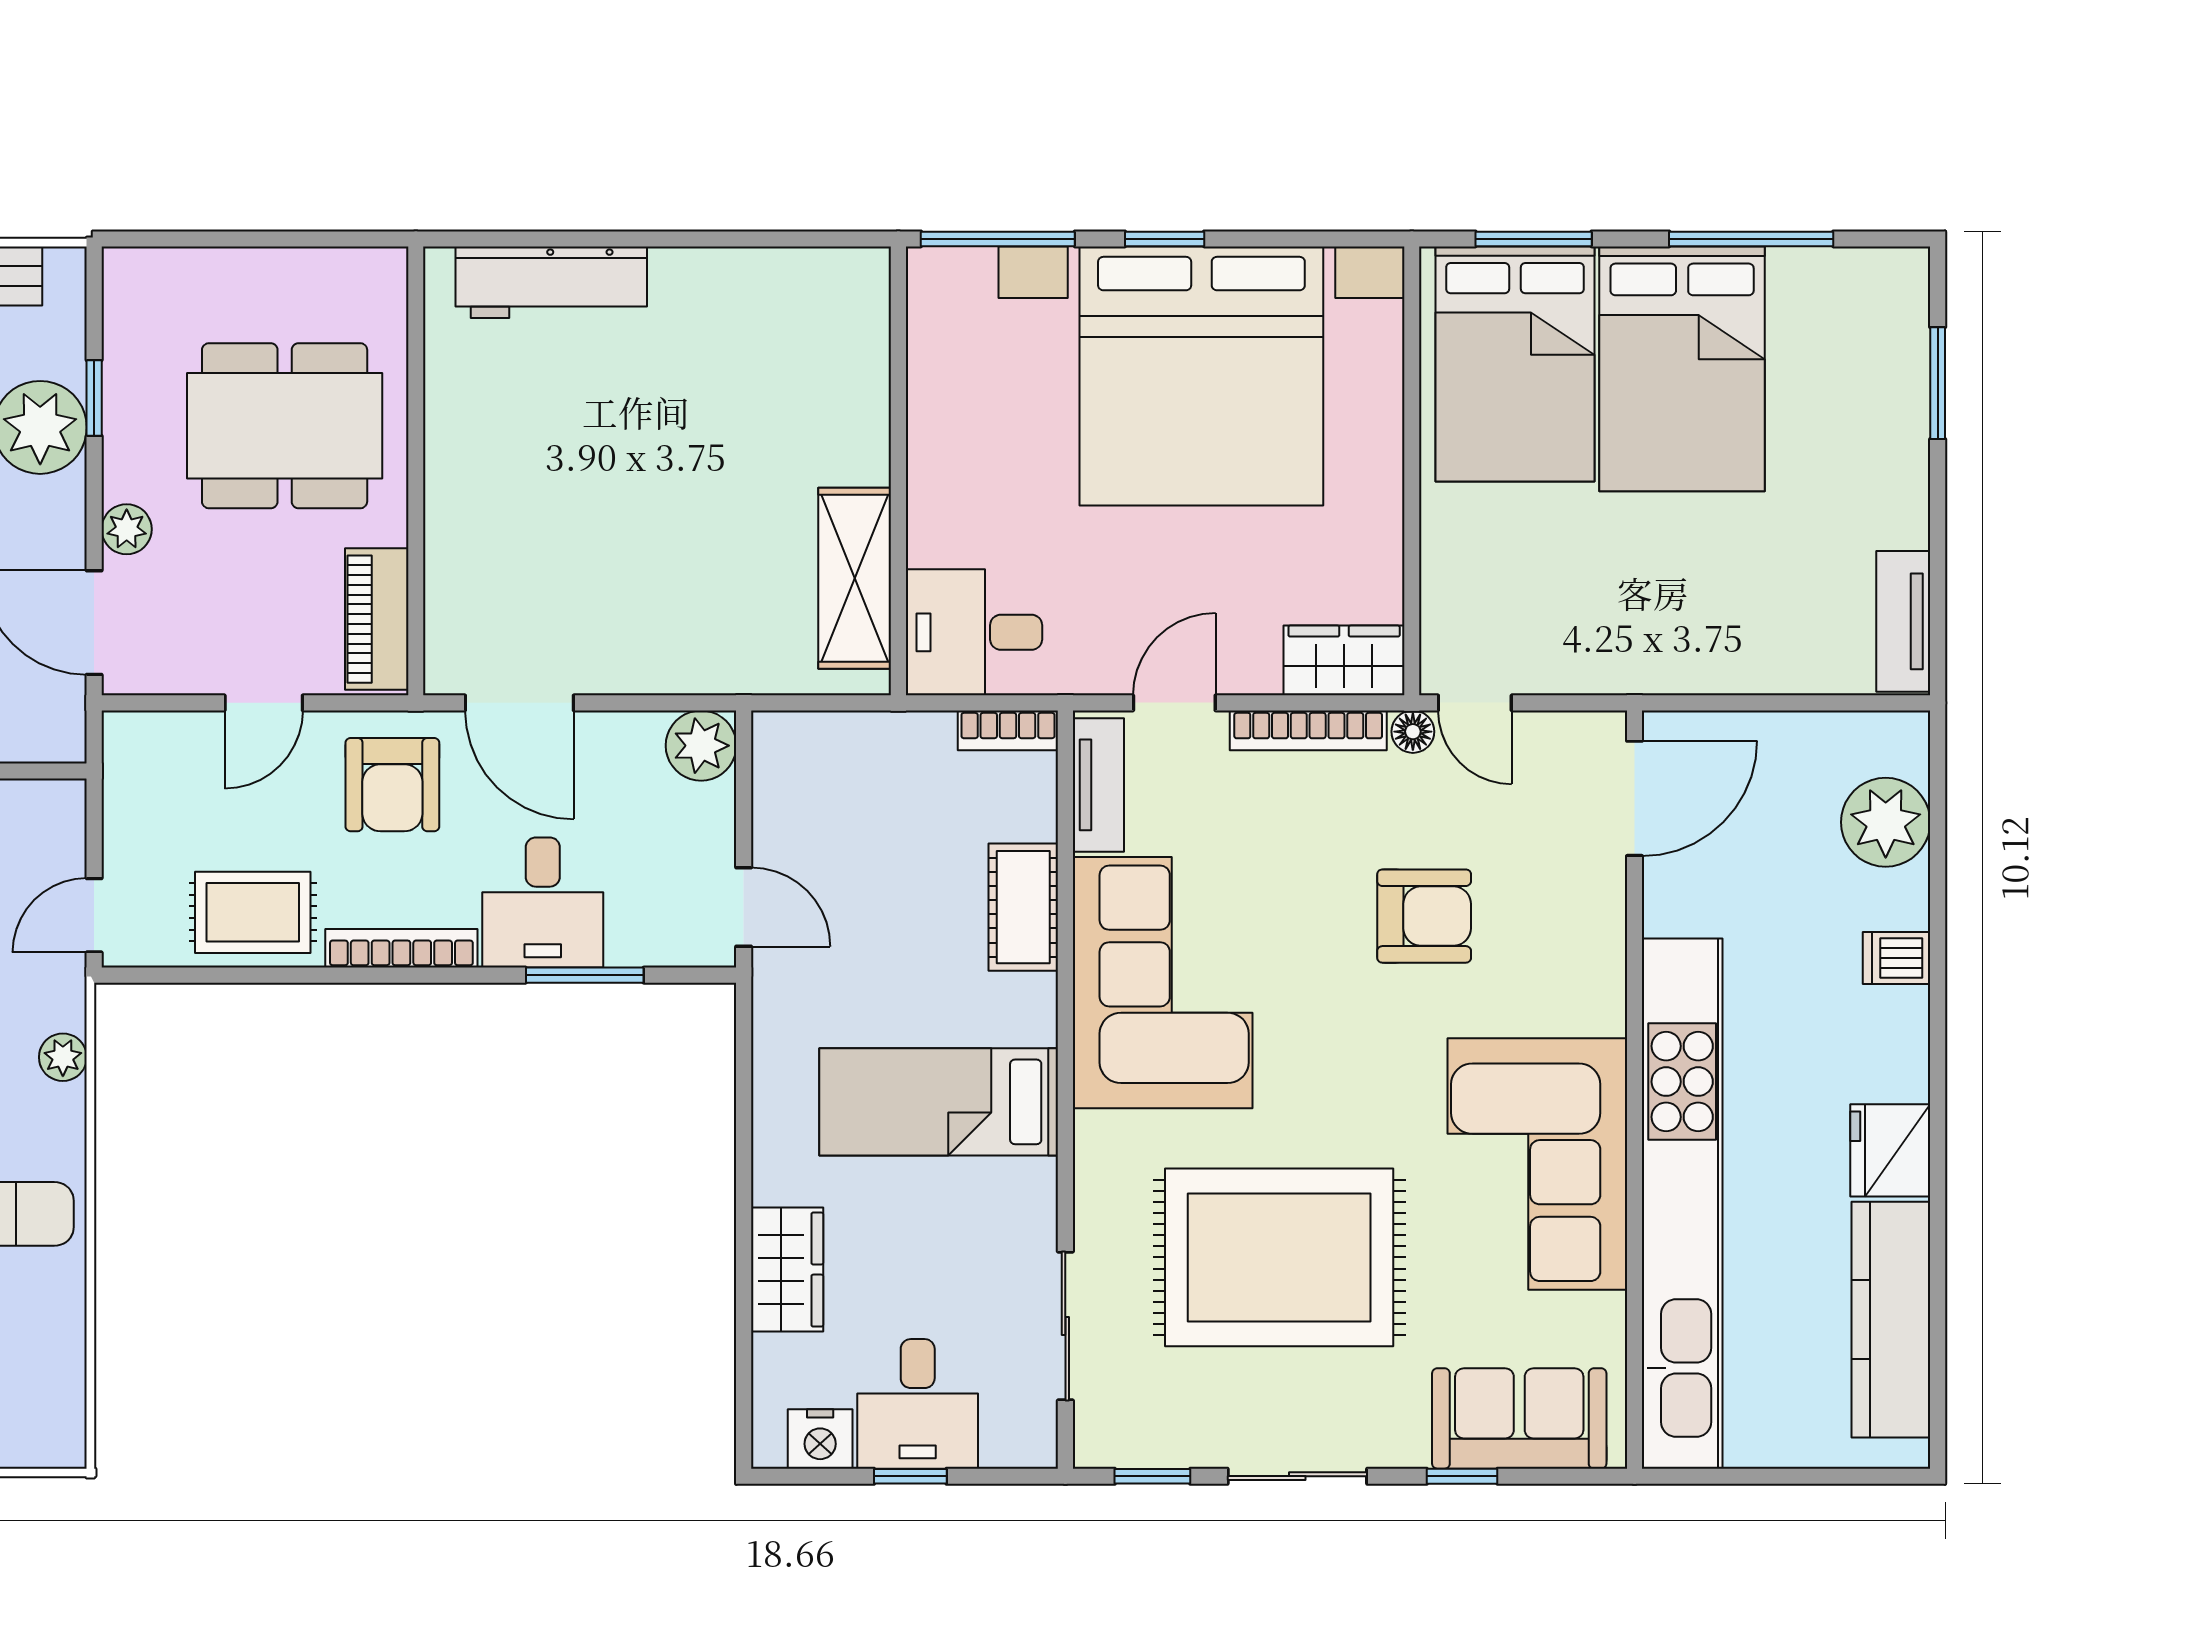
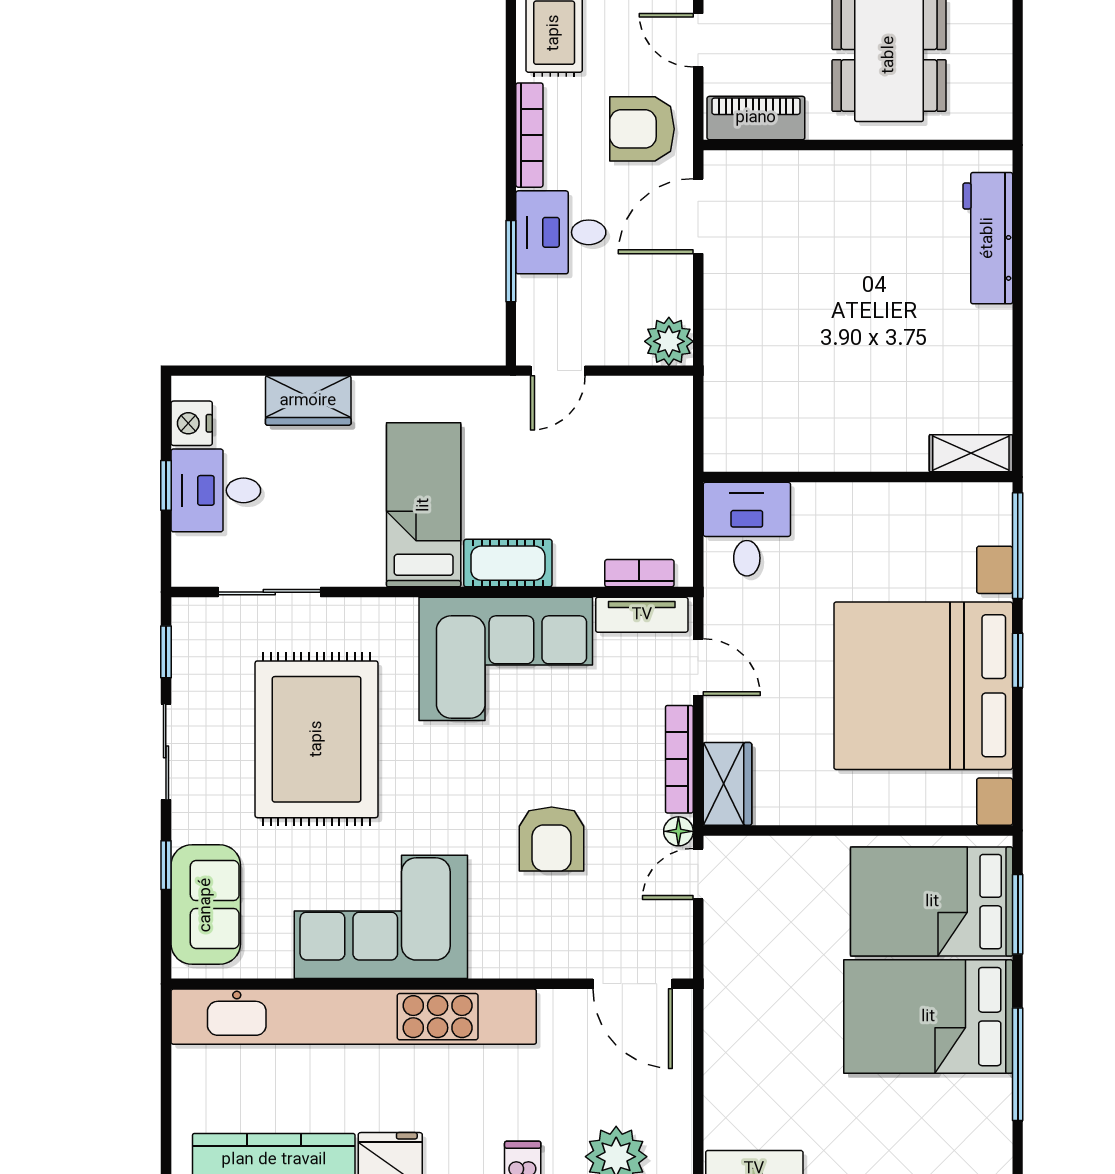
shelving: (855, 578) -> (971, 453), moved, width x0.67, depth x0.75
bookcase: (1008, 730) -> (639, 573), moved, turned 90
cot: (1023, 907) -> (508, 563), moved

